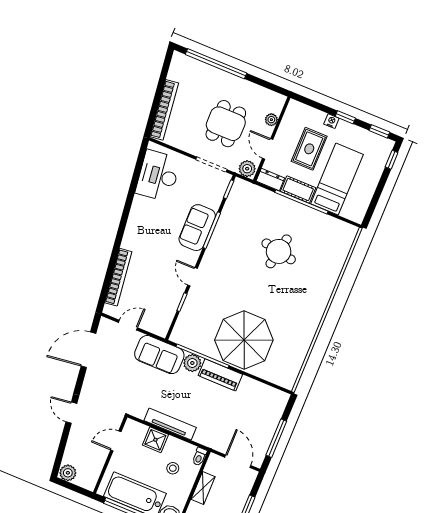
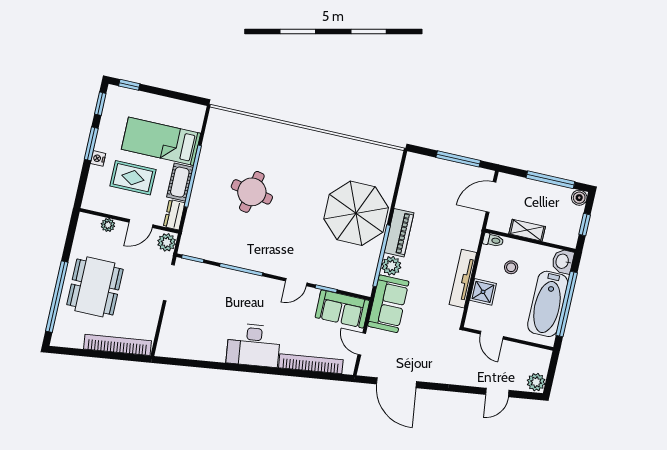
window: (345, 117) -> (91, 144), width x1.50
dining table: (226, 124) -> (95, 287), moved, width x1.37
desk: (158, 176) -> (253, 345), moved
sofa: (197, 228) -> (342, 309), moved
door: (71, 413) -> (497, 392), moved

